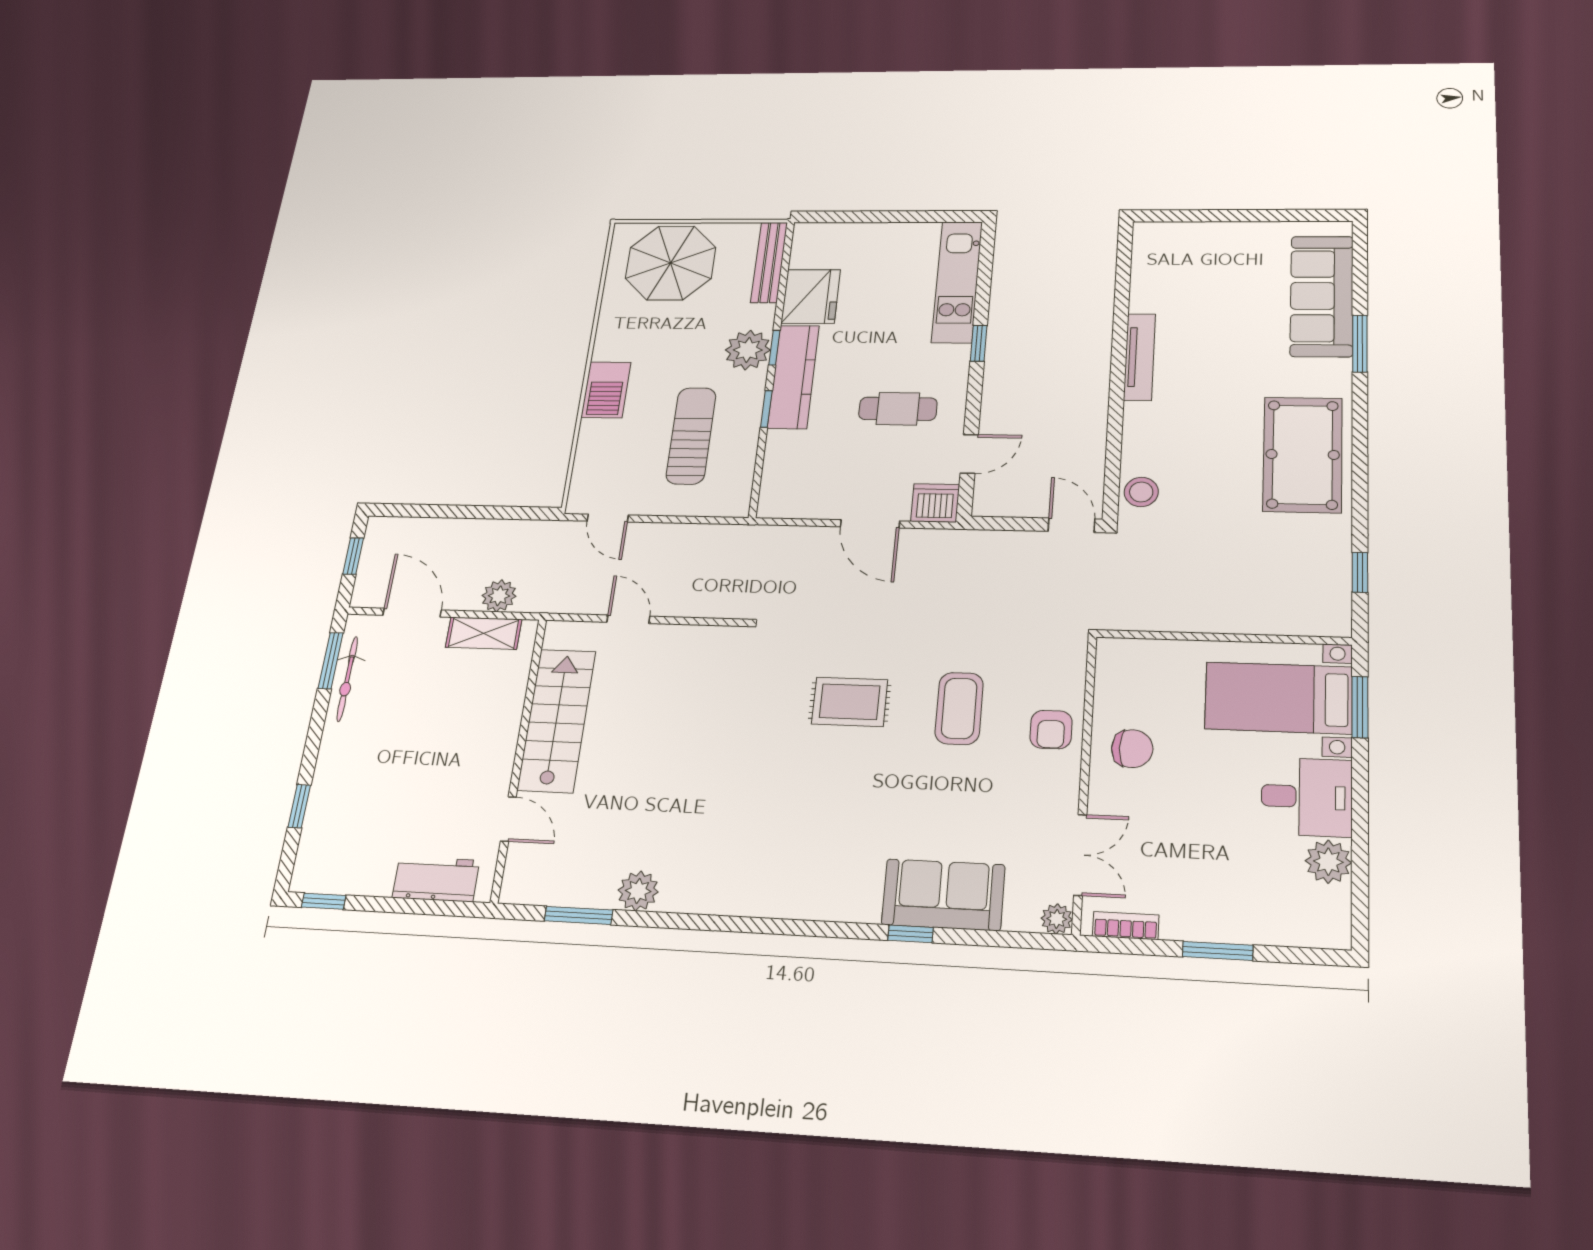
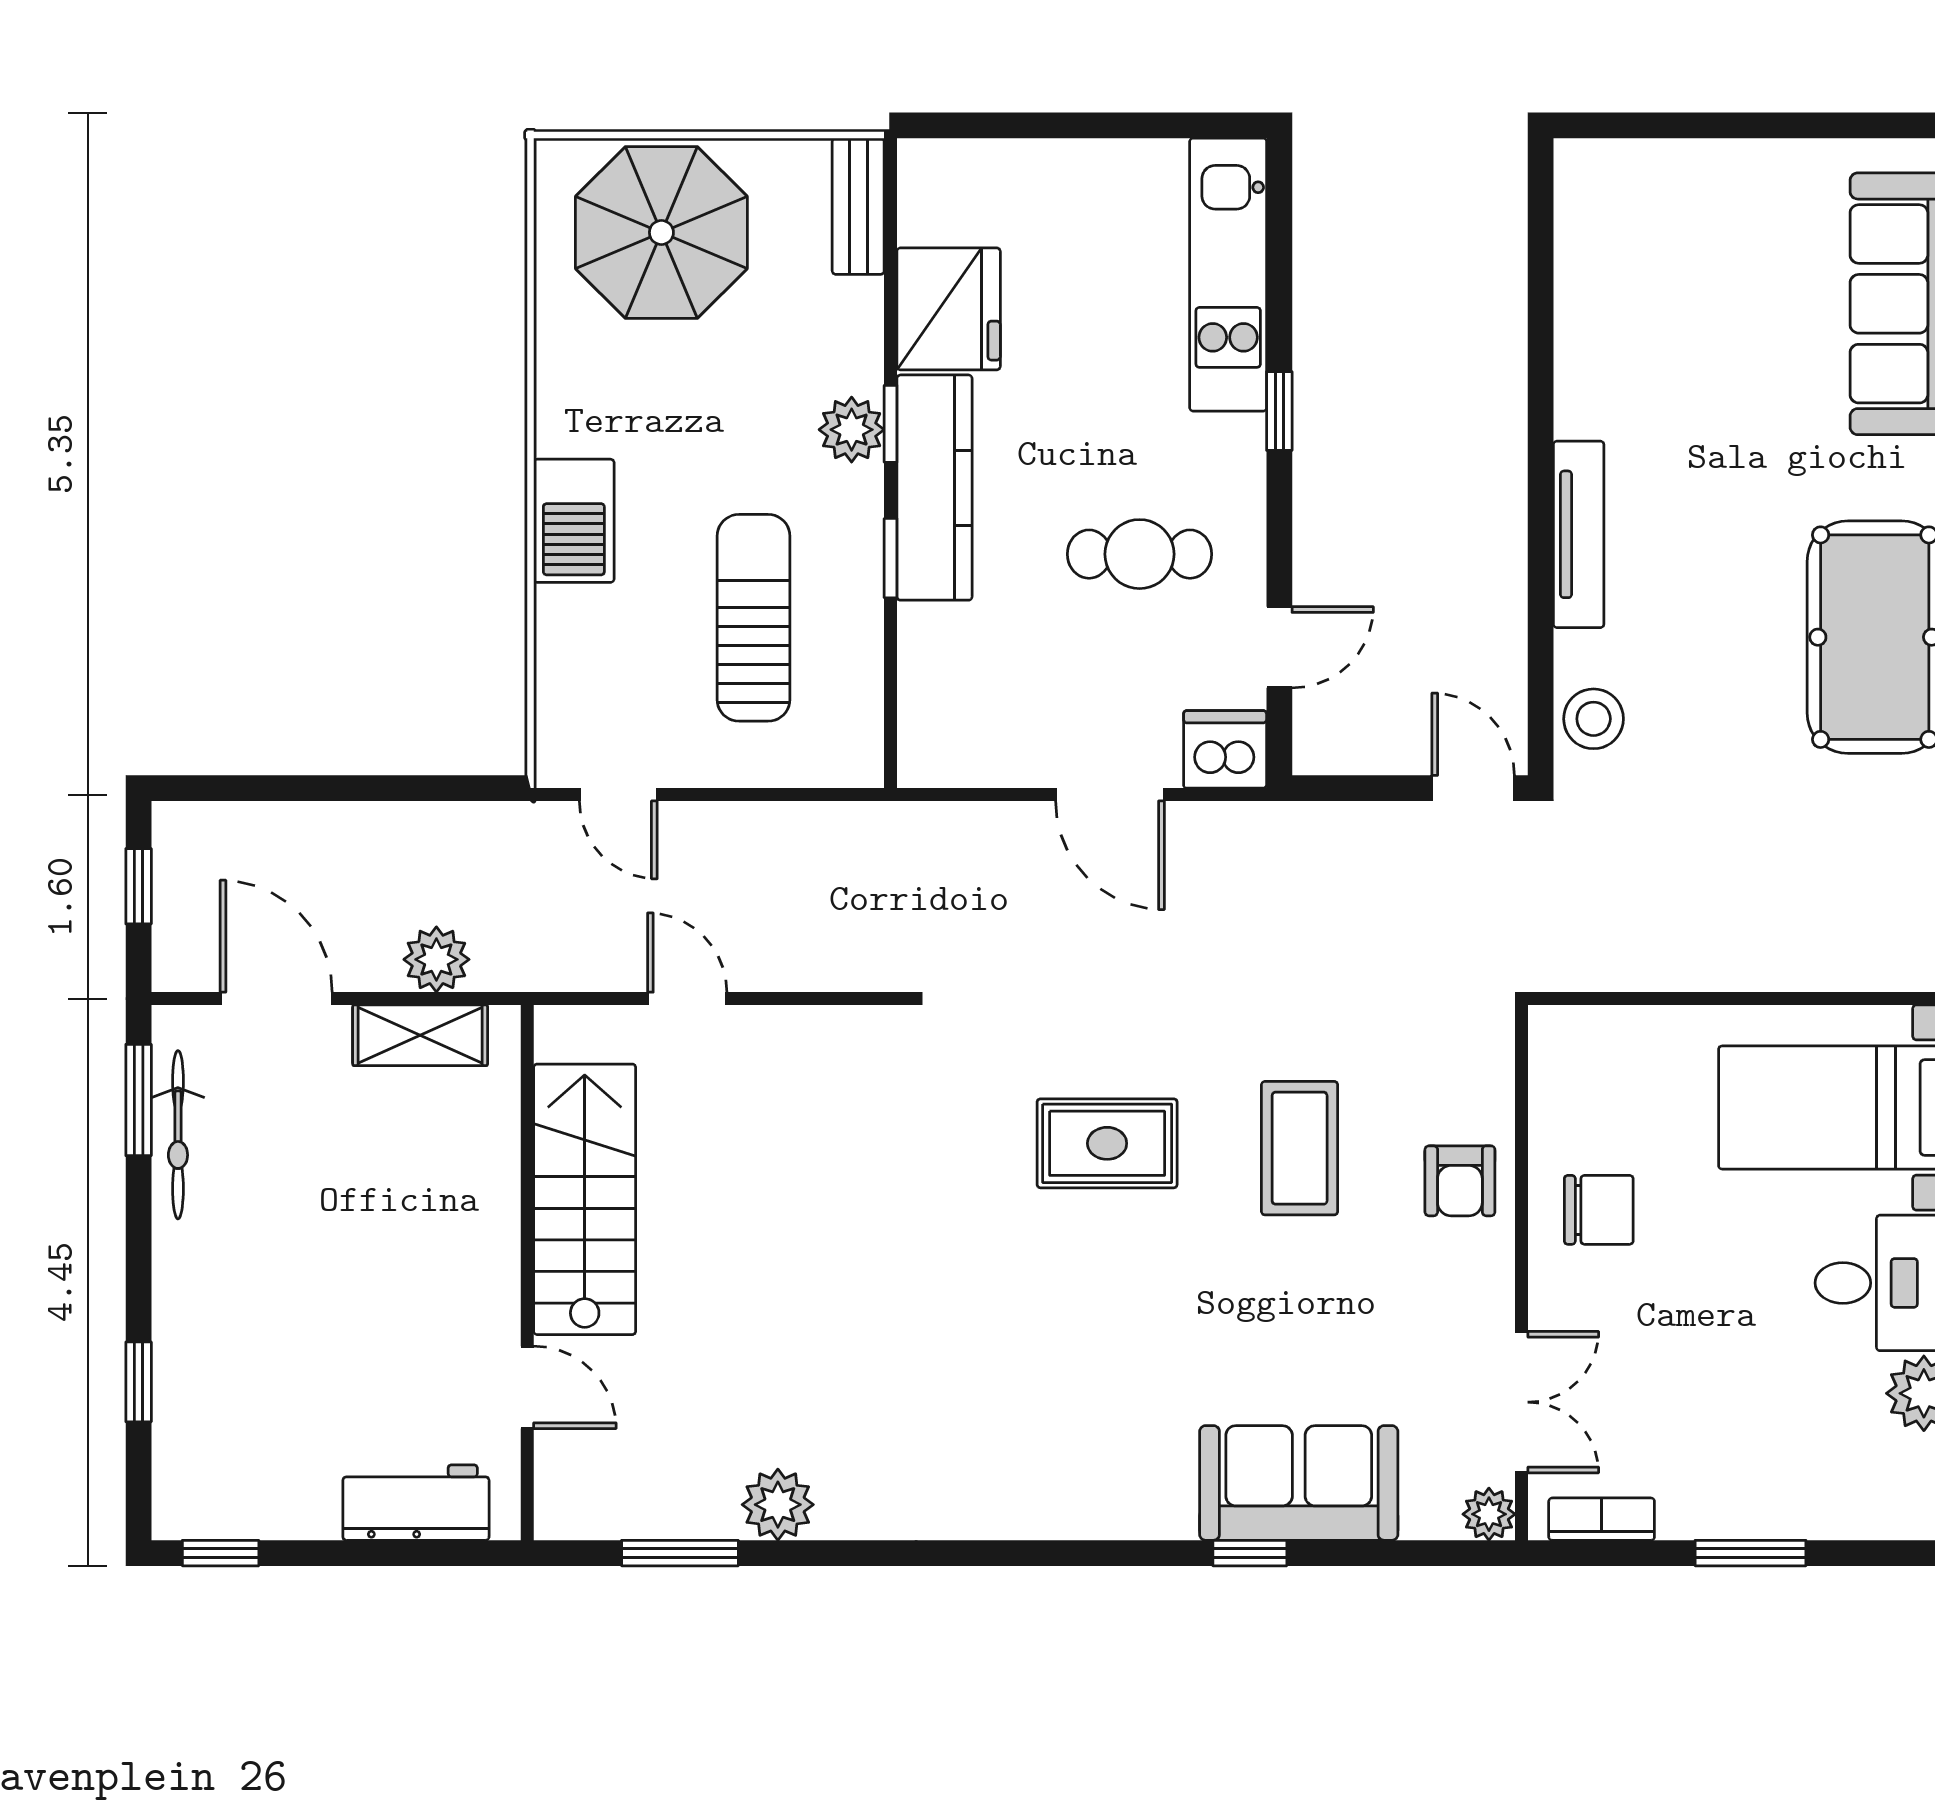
bench: (769, 262) -> (858, 206), width x0.73
plant: (748, 350) -> (852, 430), width x0.73, depth x0.73
tv unit: (1139, 357) -> (1579, 534), moved

